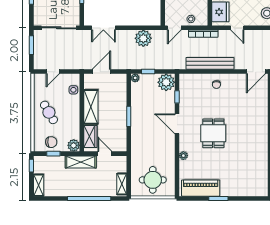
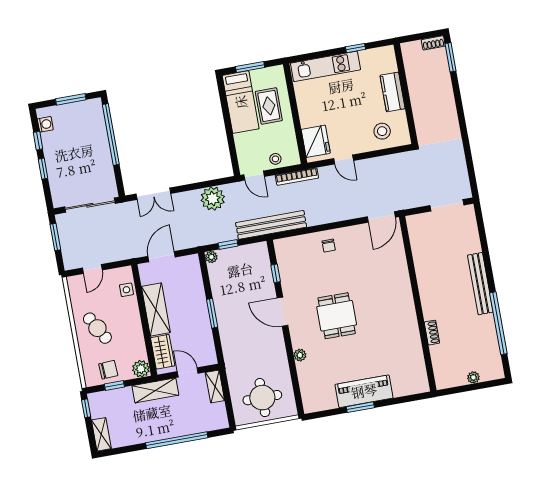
door: (174, 28) -> (254, 176), hinge flipped
bench: (210, 63) -> (271, 225), moved
plant: (166, 82) -> (257, 255), removed
shelving: (122, 184) -> (215, 387), moved
piano: (201, 188) -> (364, 391), moved

